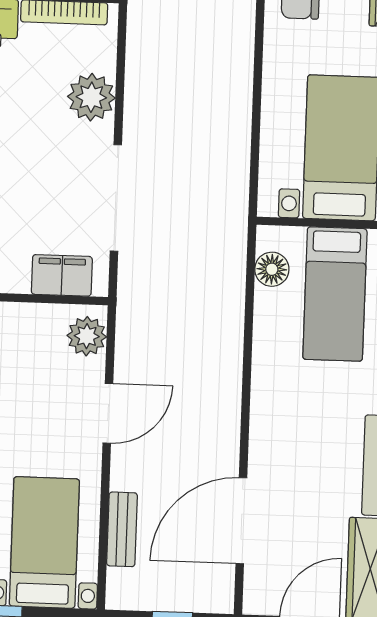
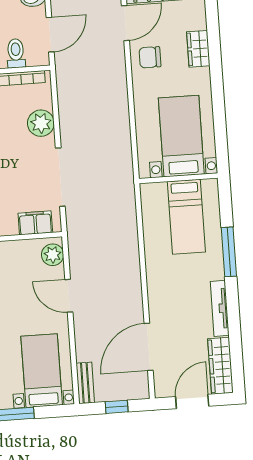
floor lamp: (272, 269) -> (150, 207), removed
door: (108, 413) -> (69, 296), swing flipped
bench: (122, 529) -> (85, 383), moved

